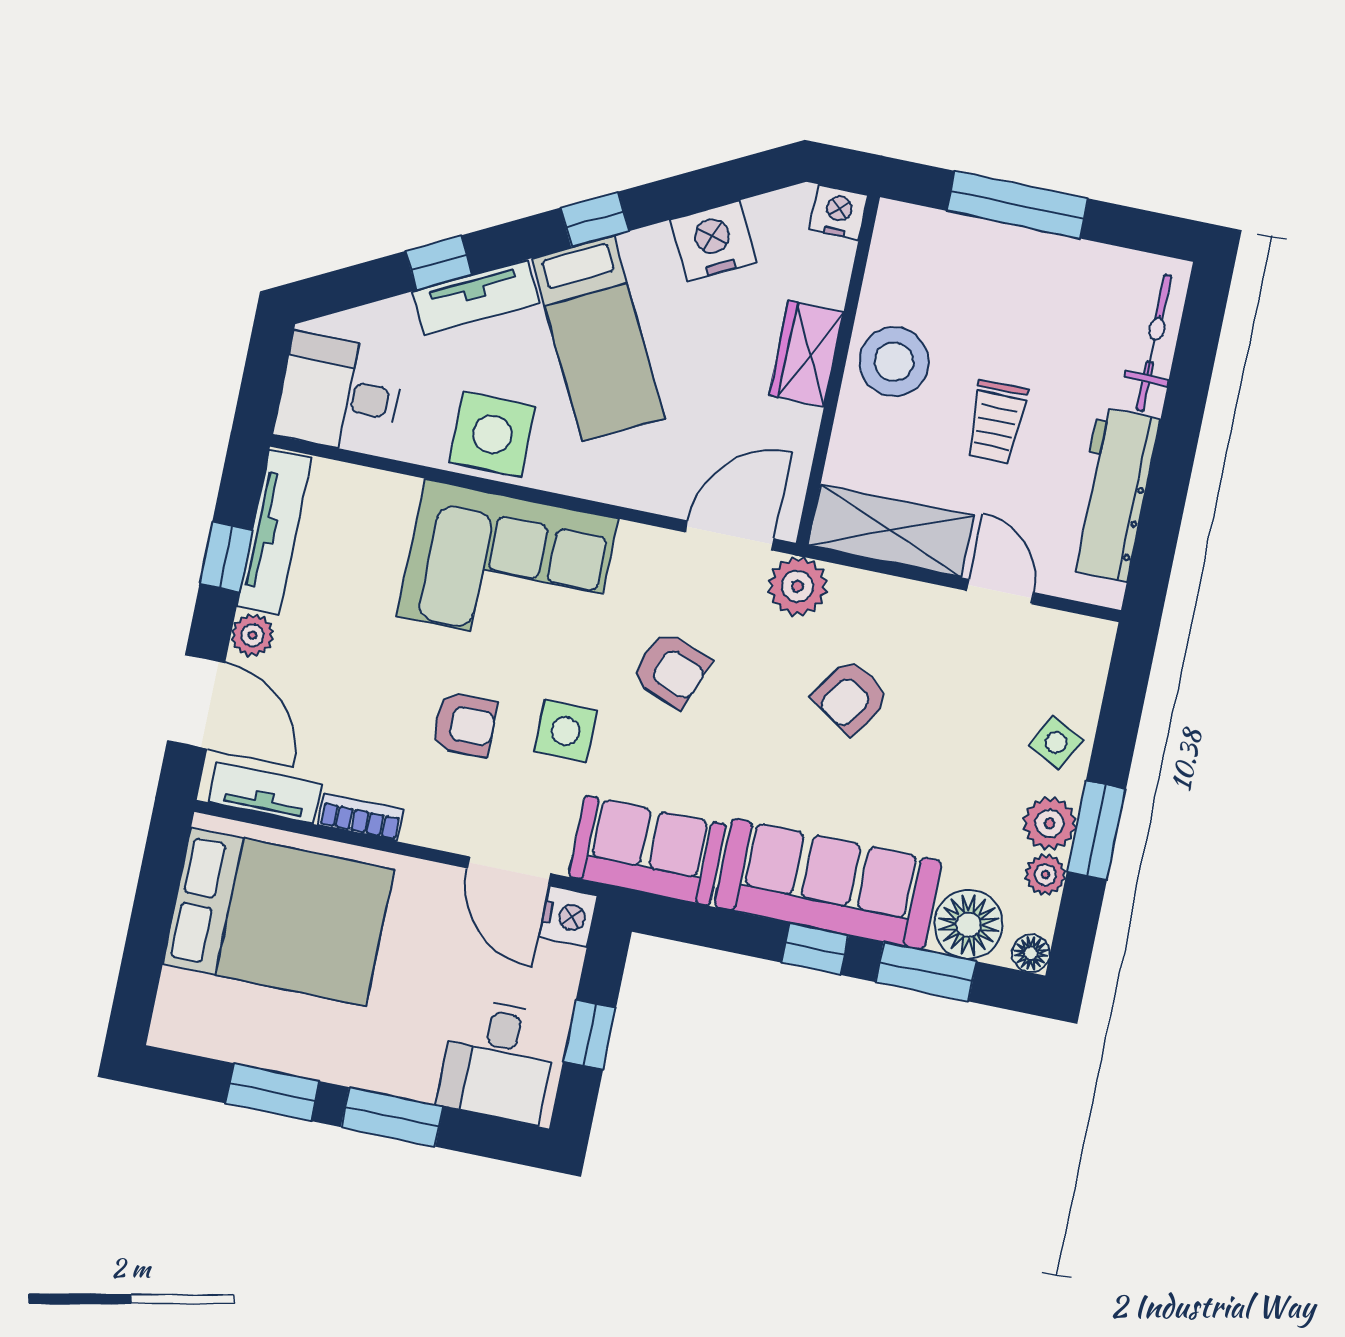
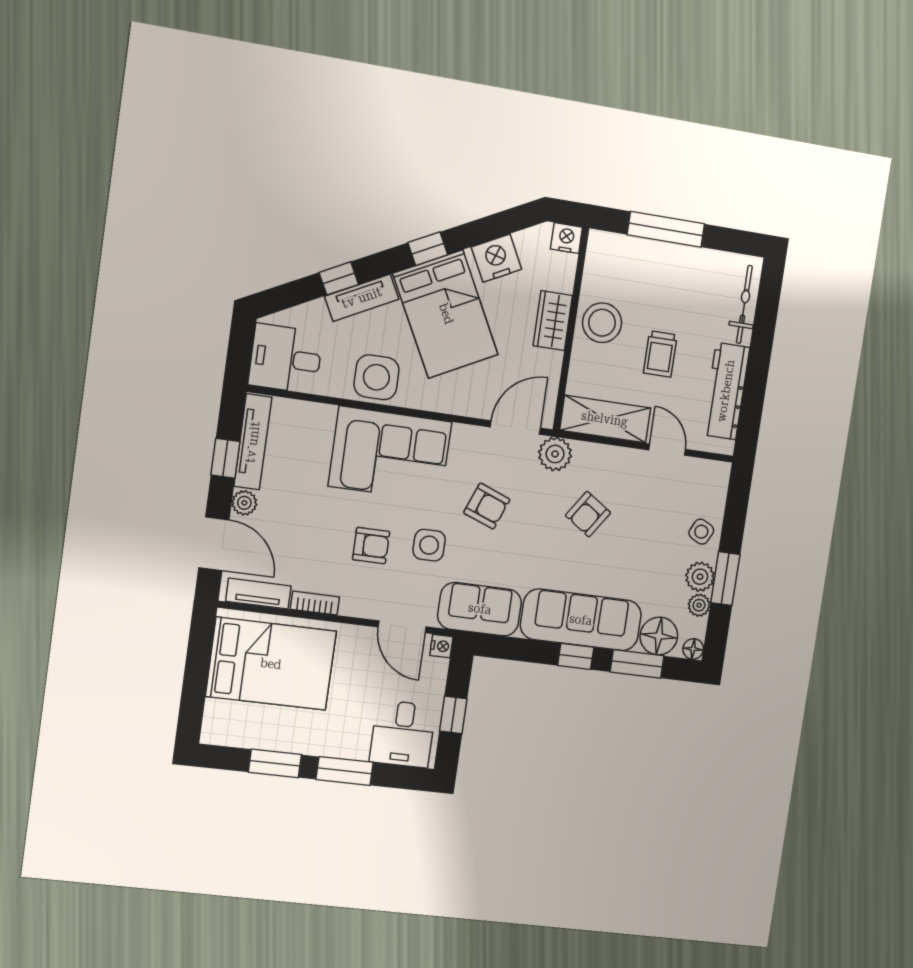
bed: (598, 338) -> (446, 314), width x1.50
nightstand: (568, 916) -> (441, 646), width x0.72, depth x0.74

